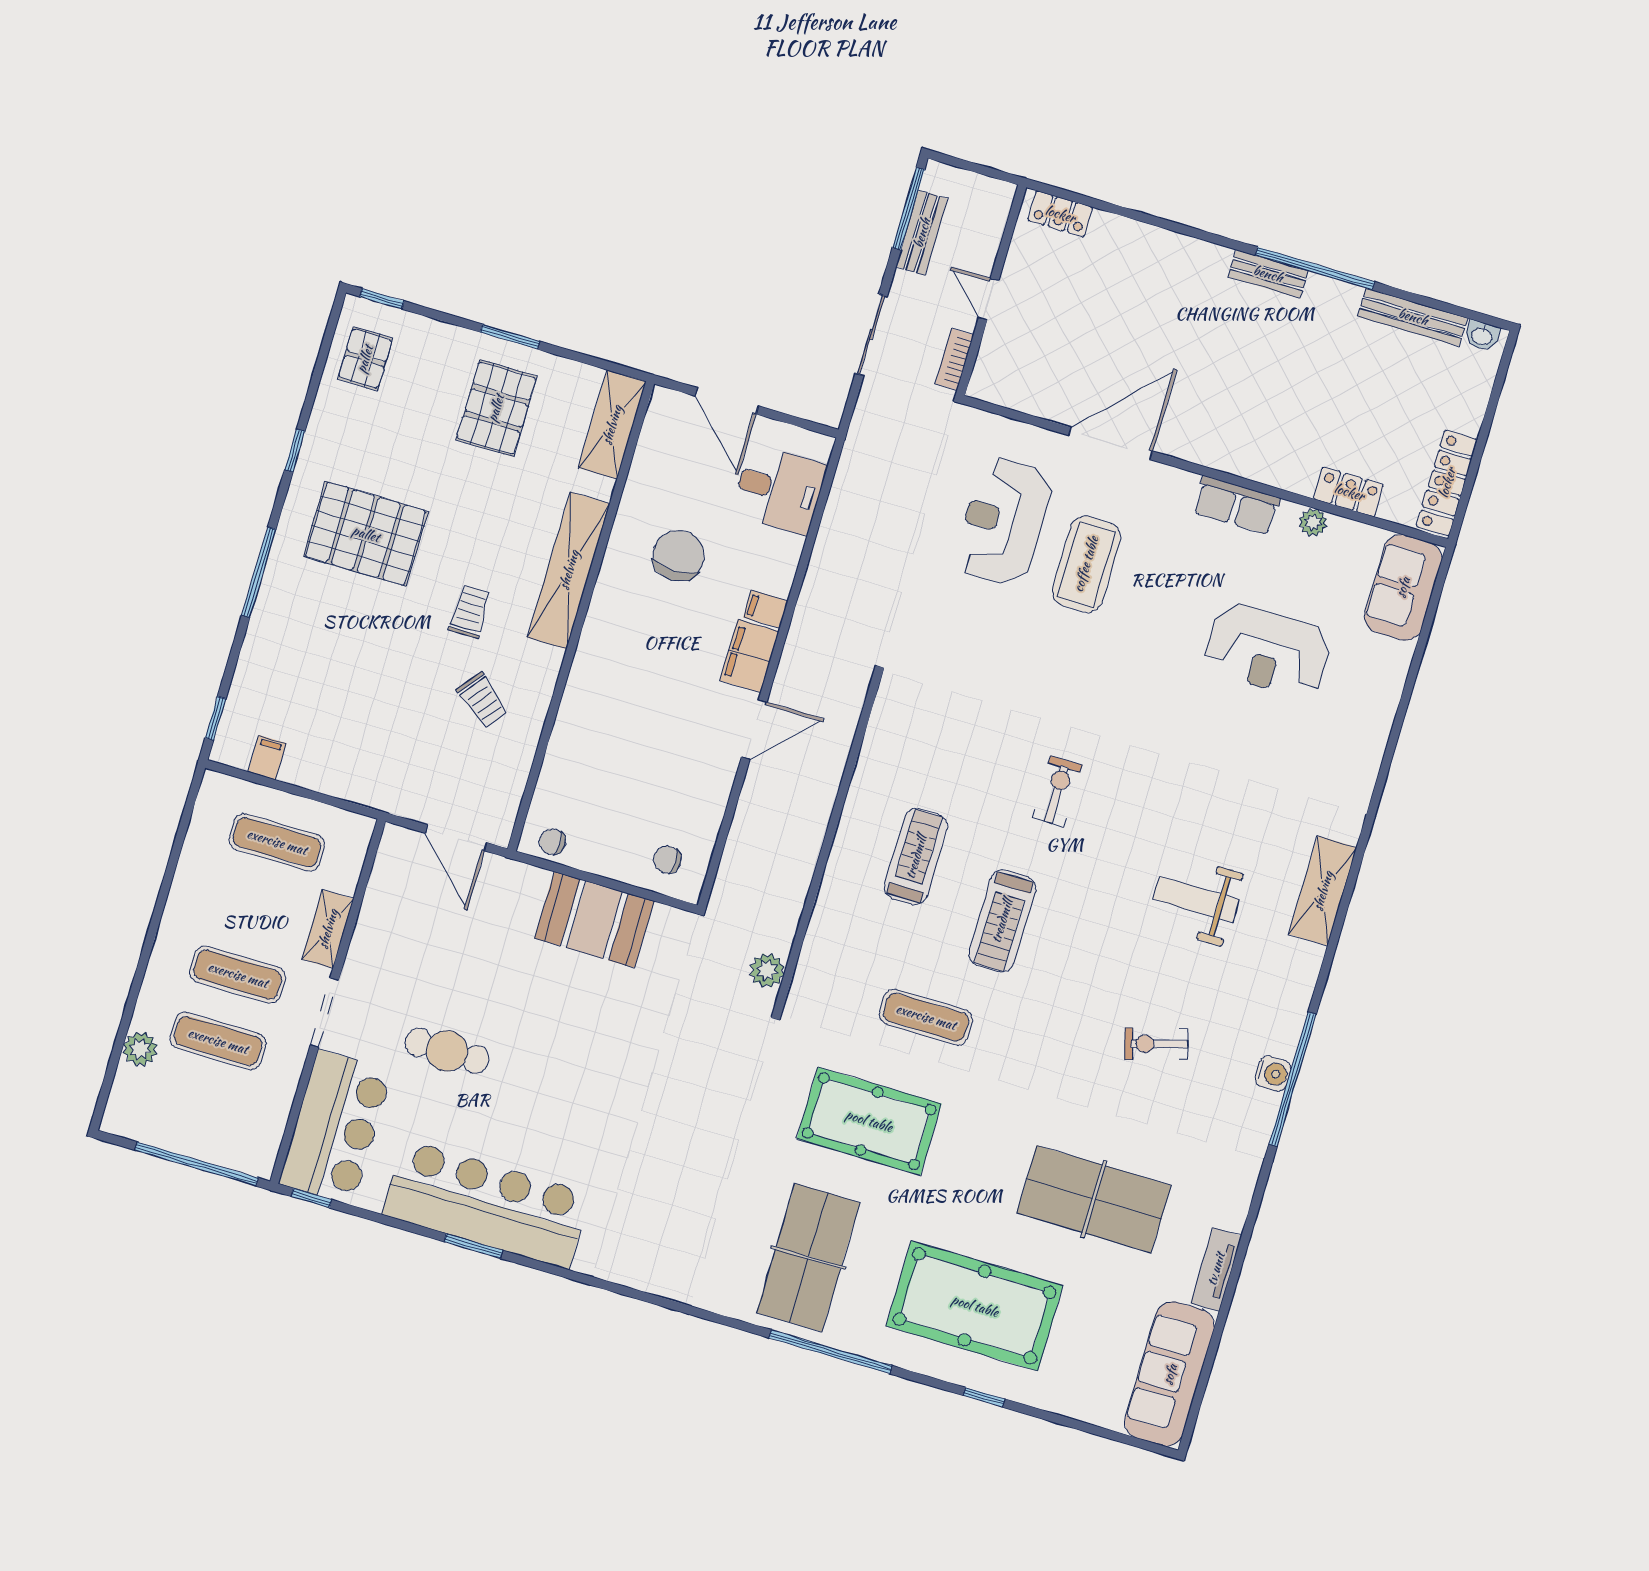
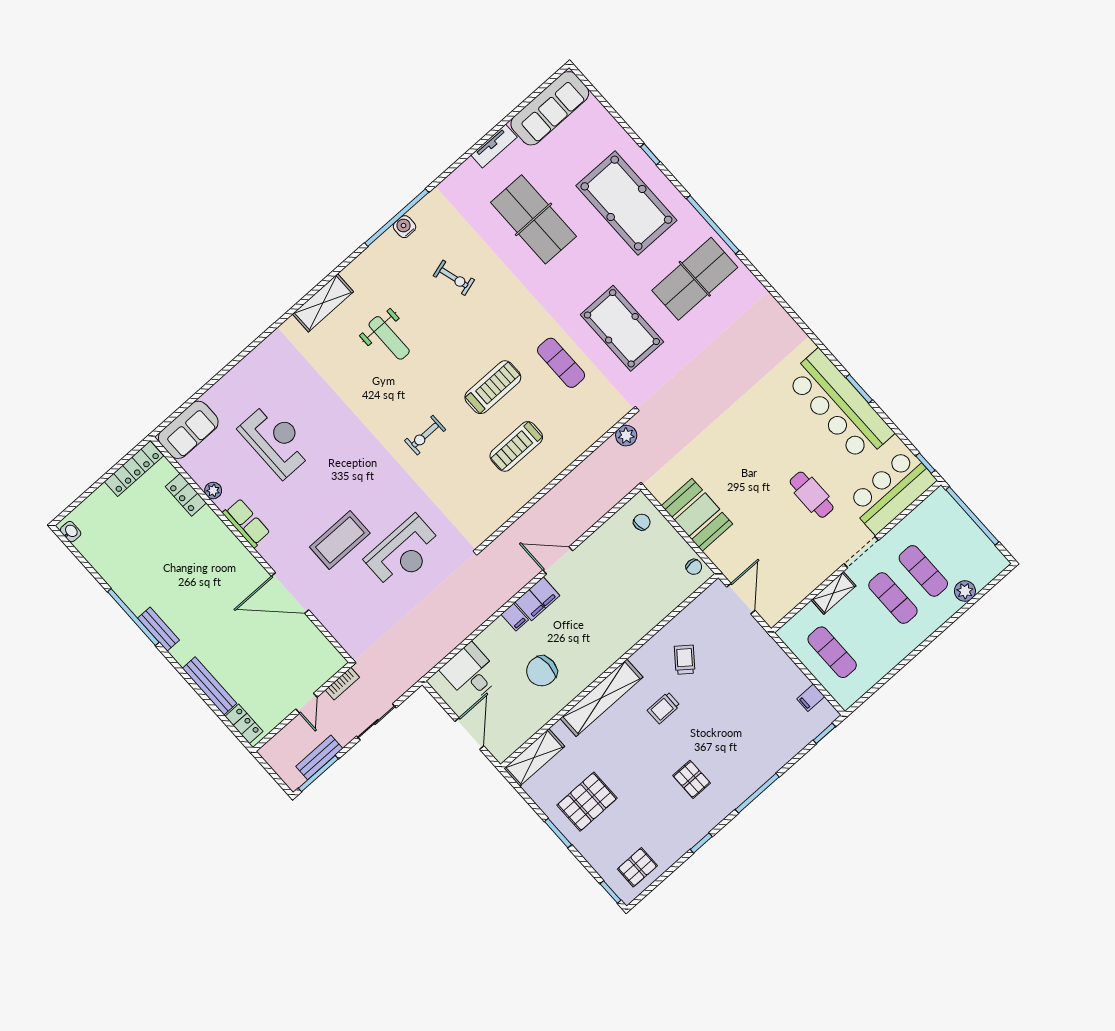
bench: (1413, 317) -> (209, 686), moved
reception desk: (1004, 521) -> (404, 552), moved
pallet: (366, 534) -> (692, 779), width x0.49, depth x0.50
chair: (667, 860) -> (642, 522), turned -97

